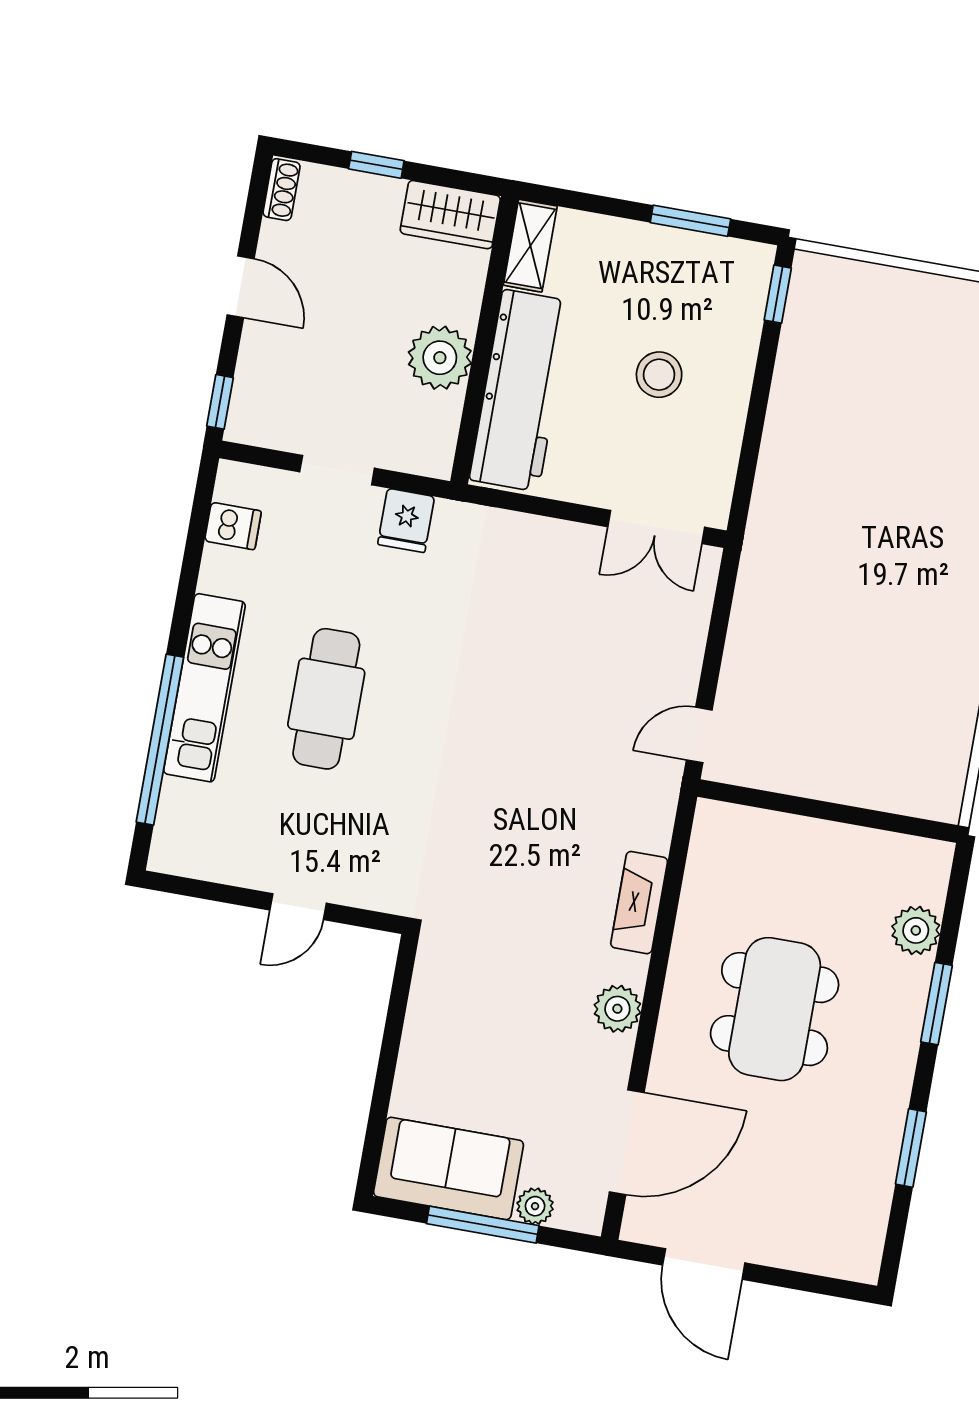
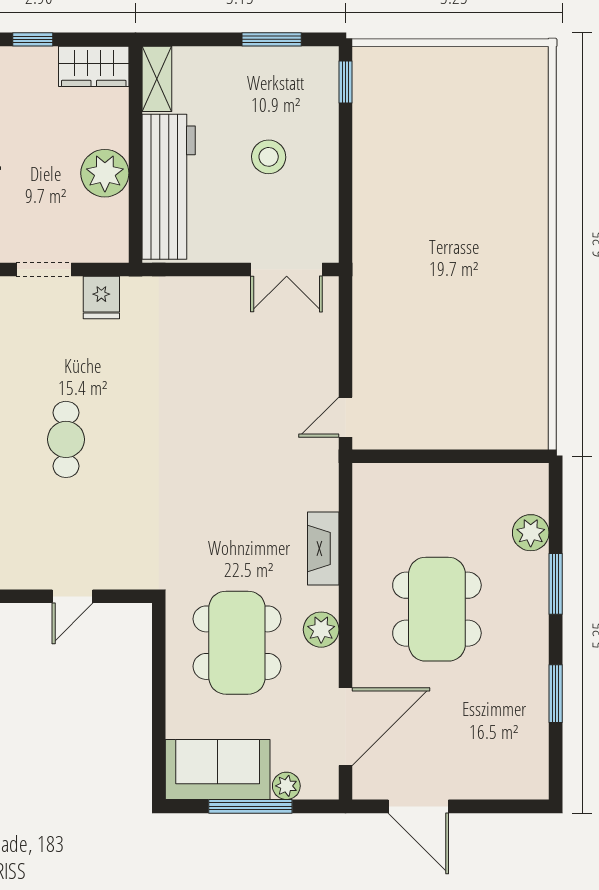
cafe table: (326, 699) -> (66, 439), width x0.73, depth x0.74
dining table: (504, 1006) -> (237, 643), added

